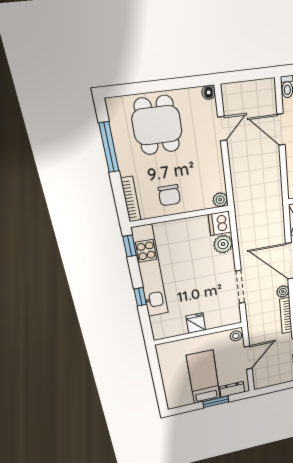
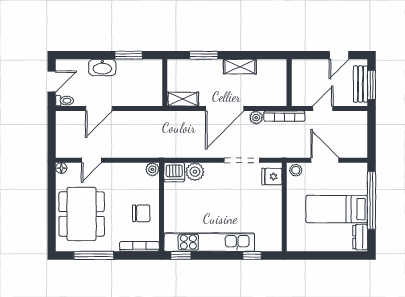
dining table: (157, 125) -> (82, 214), width x1.38
door: (222, 129) -> (91, 160), swing flipped
window: (140, 297) -> (252, 255), moved
fridge: (196, 323) -> (272, 177), moved
dresser: (232, 389) -> (360, 237), moved
window: (216, 402) -> (371, 200), width x2.11

